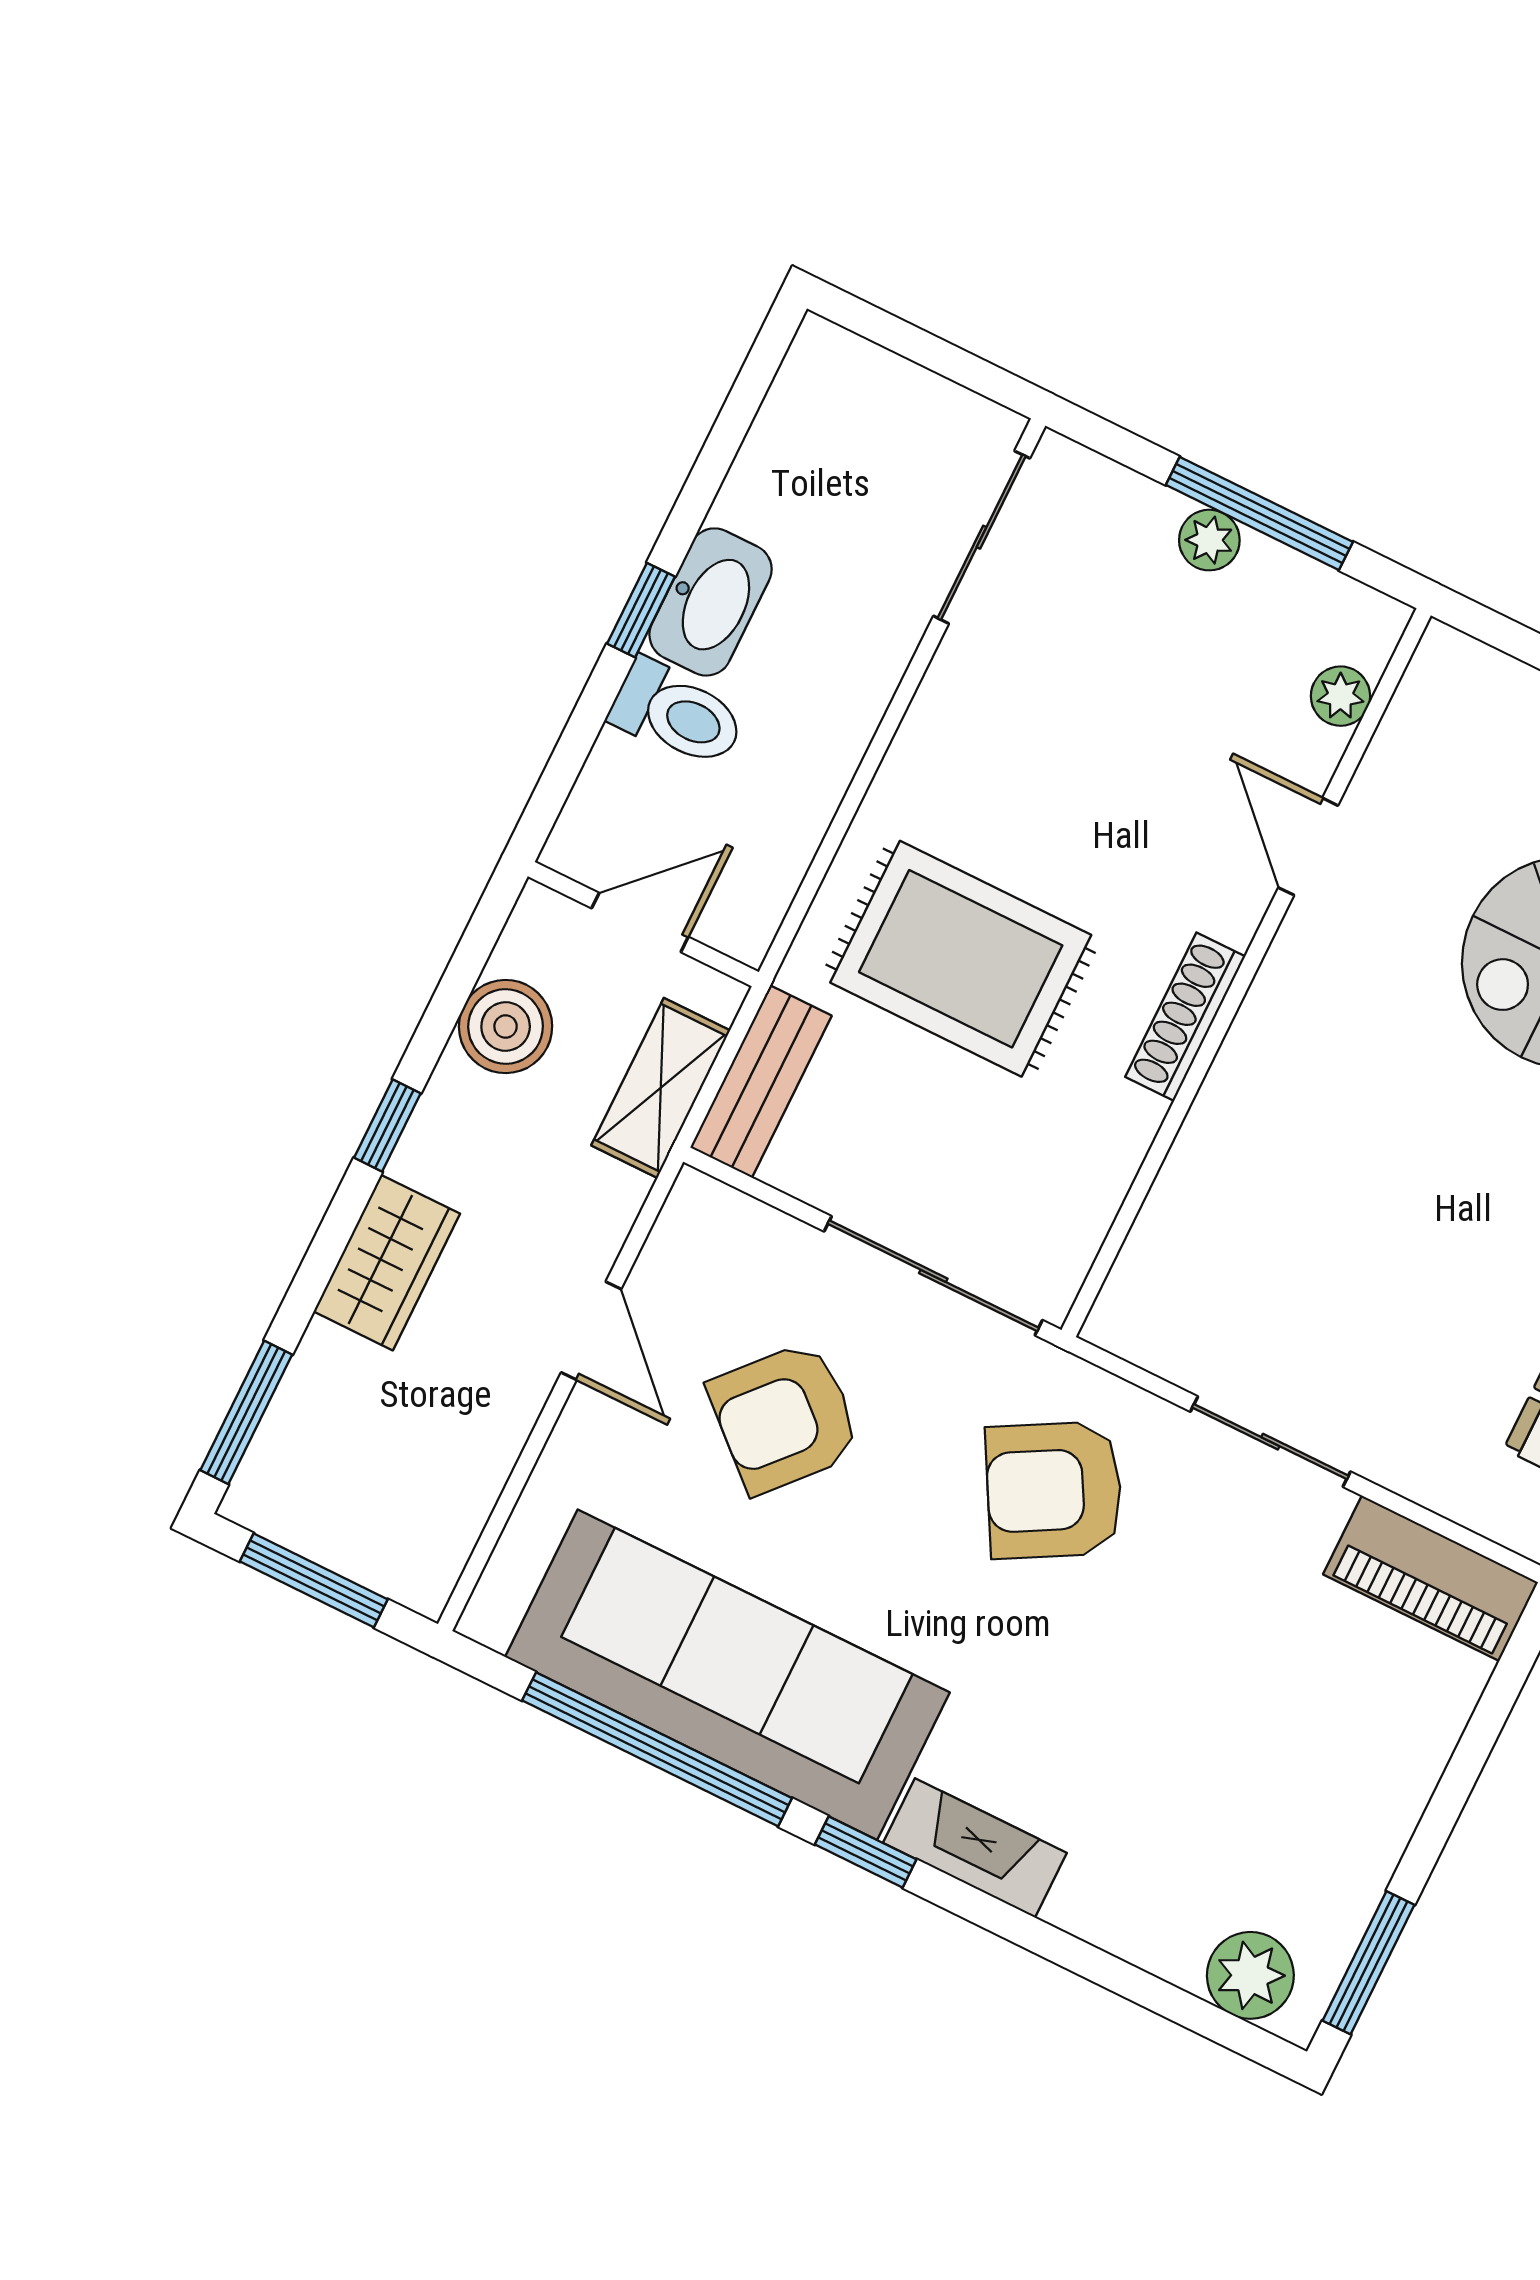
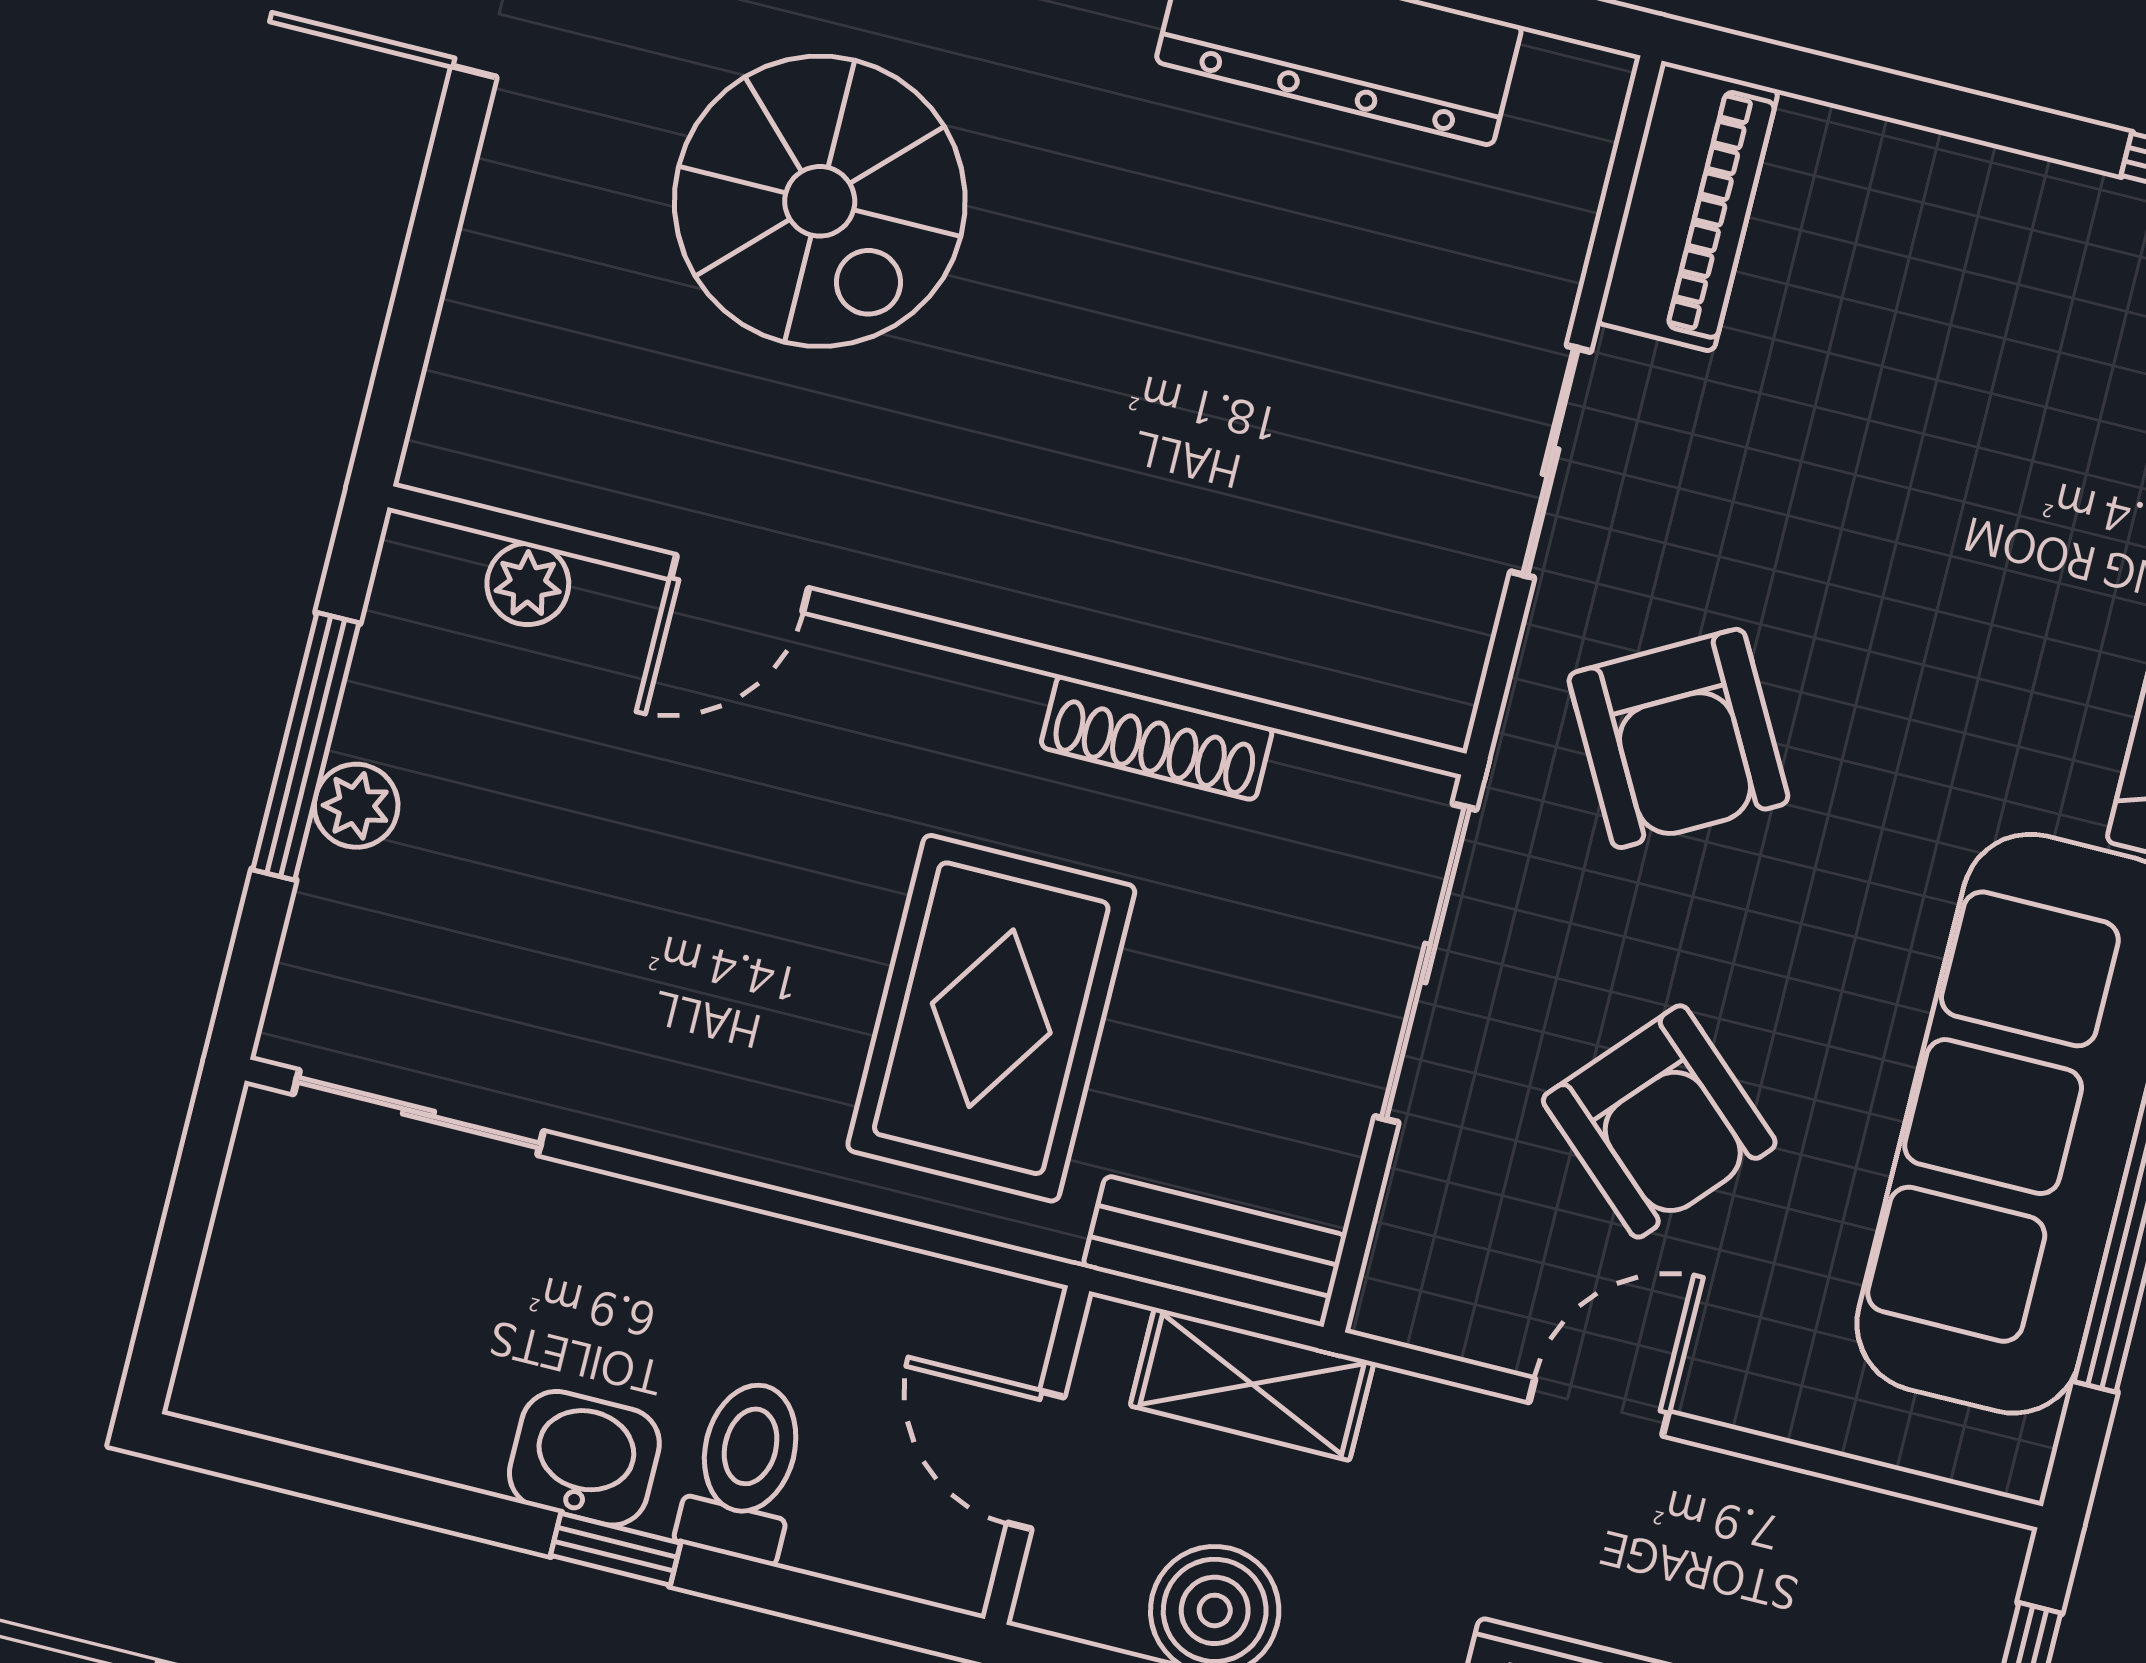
washbasin: (711, 602) -> (584, 1458), width x0.72
shoe rack: (1185, 1017) -> (1157, 738), moved

